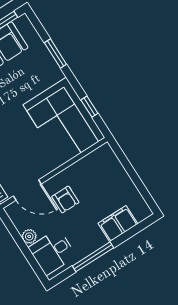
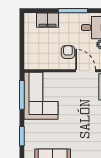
window: (89, 107) -> (22, 95), width x2.17

